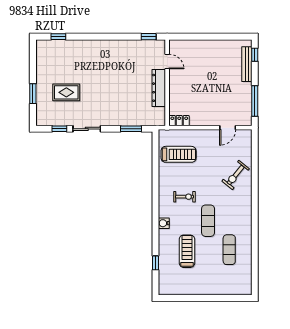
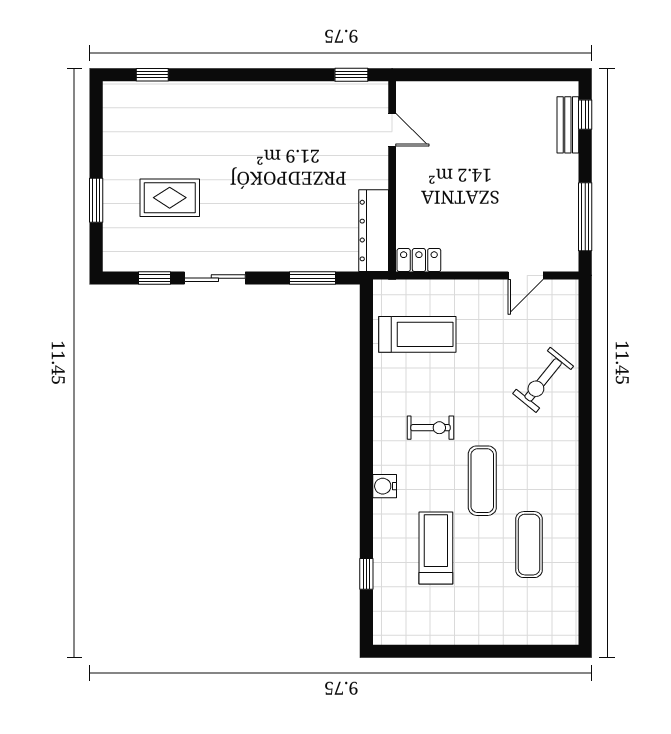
bench: (247, 64) -> (568, 125), width x0.73
dresser: (159, 88) -> (374, 231), moved

